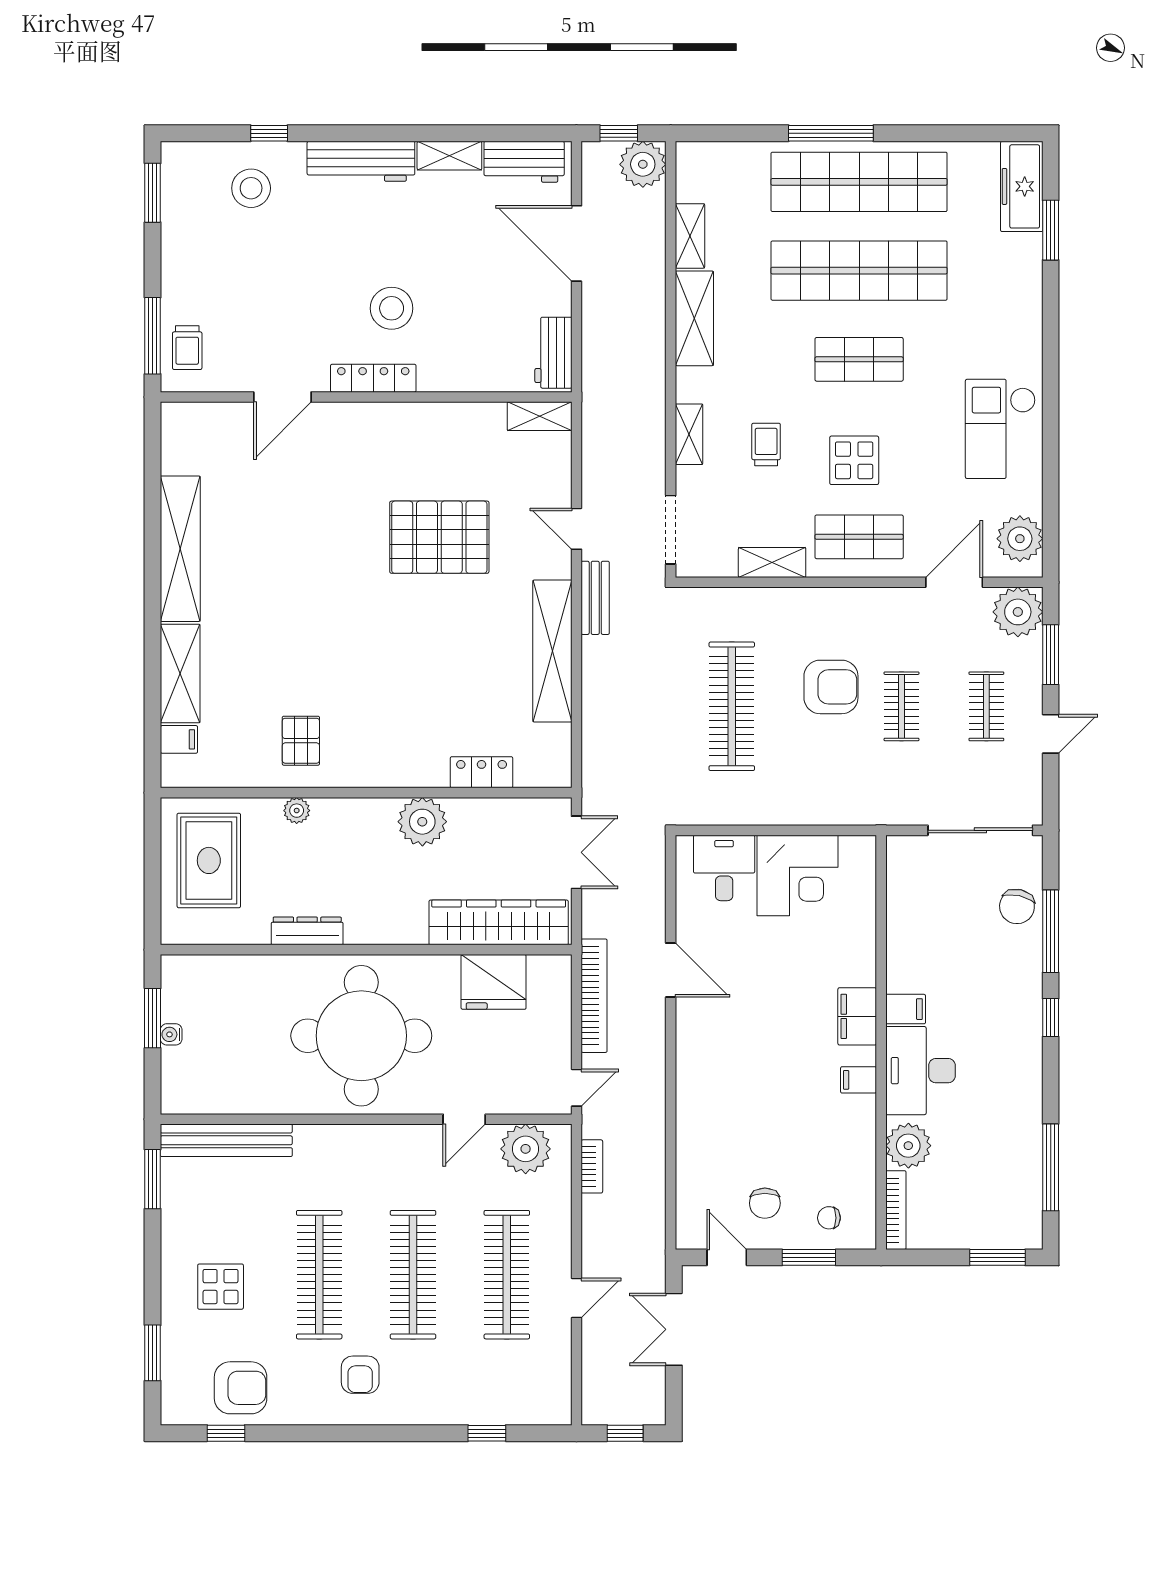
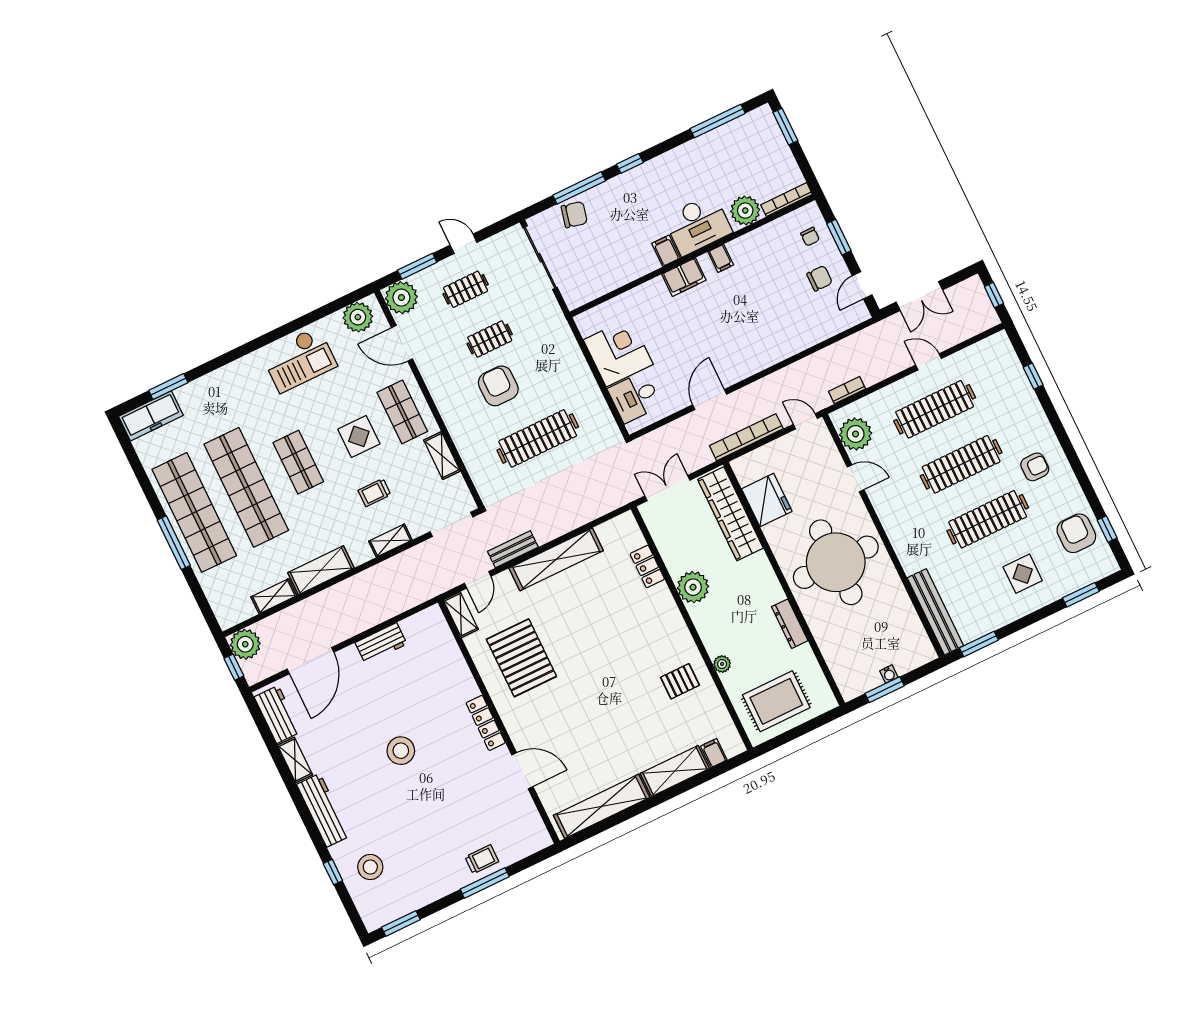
locker: (373, 378) -> (486, 723), moved
door: (282, 397) -> (522, 771), moved
wall: (366, 397) -> (499, 722), moved
shelving: (540, 416) -> (461, 615), moved

